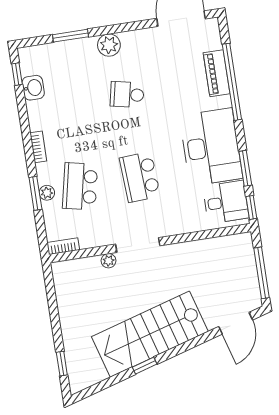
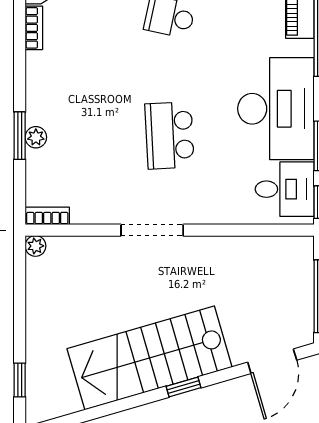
bookcase: (38, 147) -> (34, 28), moved
school desk: (80, 186) -> (84, 135), removed
plant: (109, 261) -> (35, 246), moved
window: (145, 366) -> (184, 387), moved

